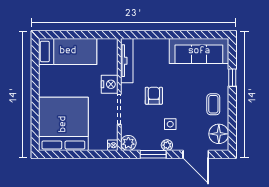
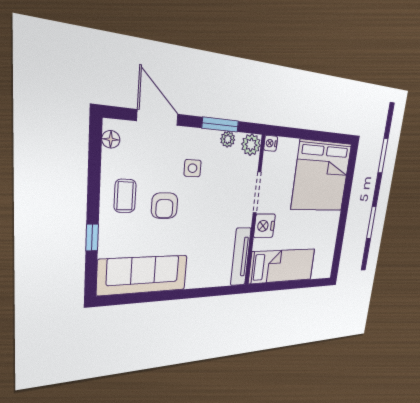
bed: (68, 51) -> (282, 266), moved, turned 180
armchair: (154, 96) -> (165, 206), moved
floor lamp: (219, 134) -> (111, 139), width x0.53, depth x0.53
plant: (167, 145) -> (228, 139), moved

